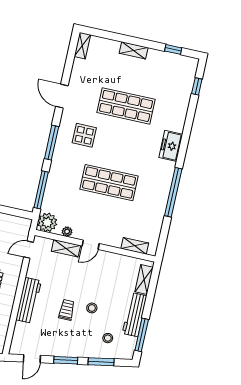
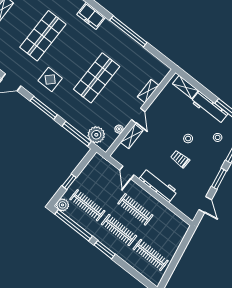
plant: (47, 222) -> (96, 135), moved
shelving: (135, 246) -> (148, 91), moved
door: (29, 250) -> (127, 173), moved

